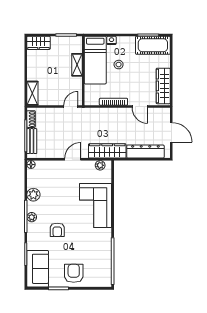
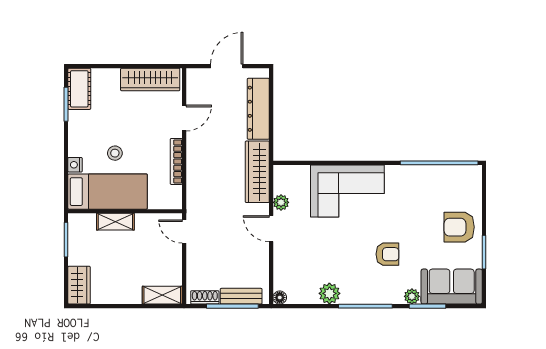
cot: (153, 45) -> (79, 89), width x0.73, depth x0.75
plant: (100, 165) -> (281, 202), moved
plant: (32, 217) -> (412, 296), moved

